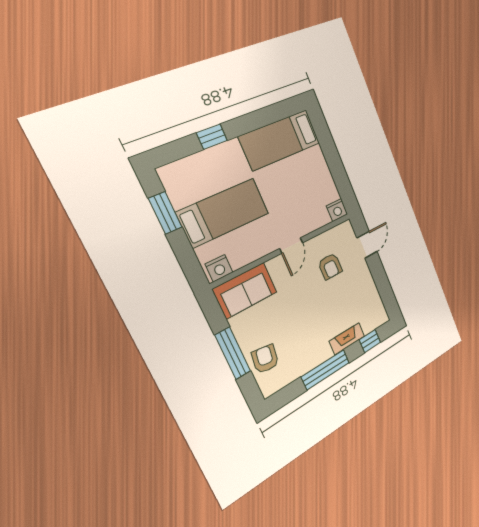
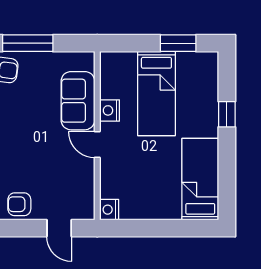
armchair: (330, 266) -> (19, 204), moved
nightstand: (219, 268) -> (110, 110), moved
sofa: (245, 291) -> (78, 101), moved

